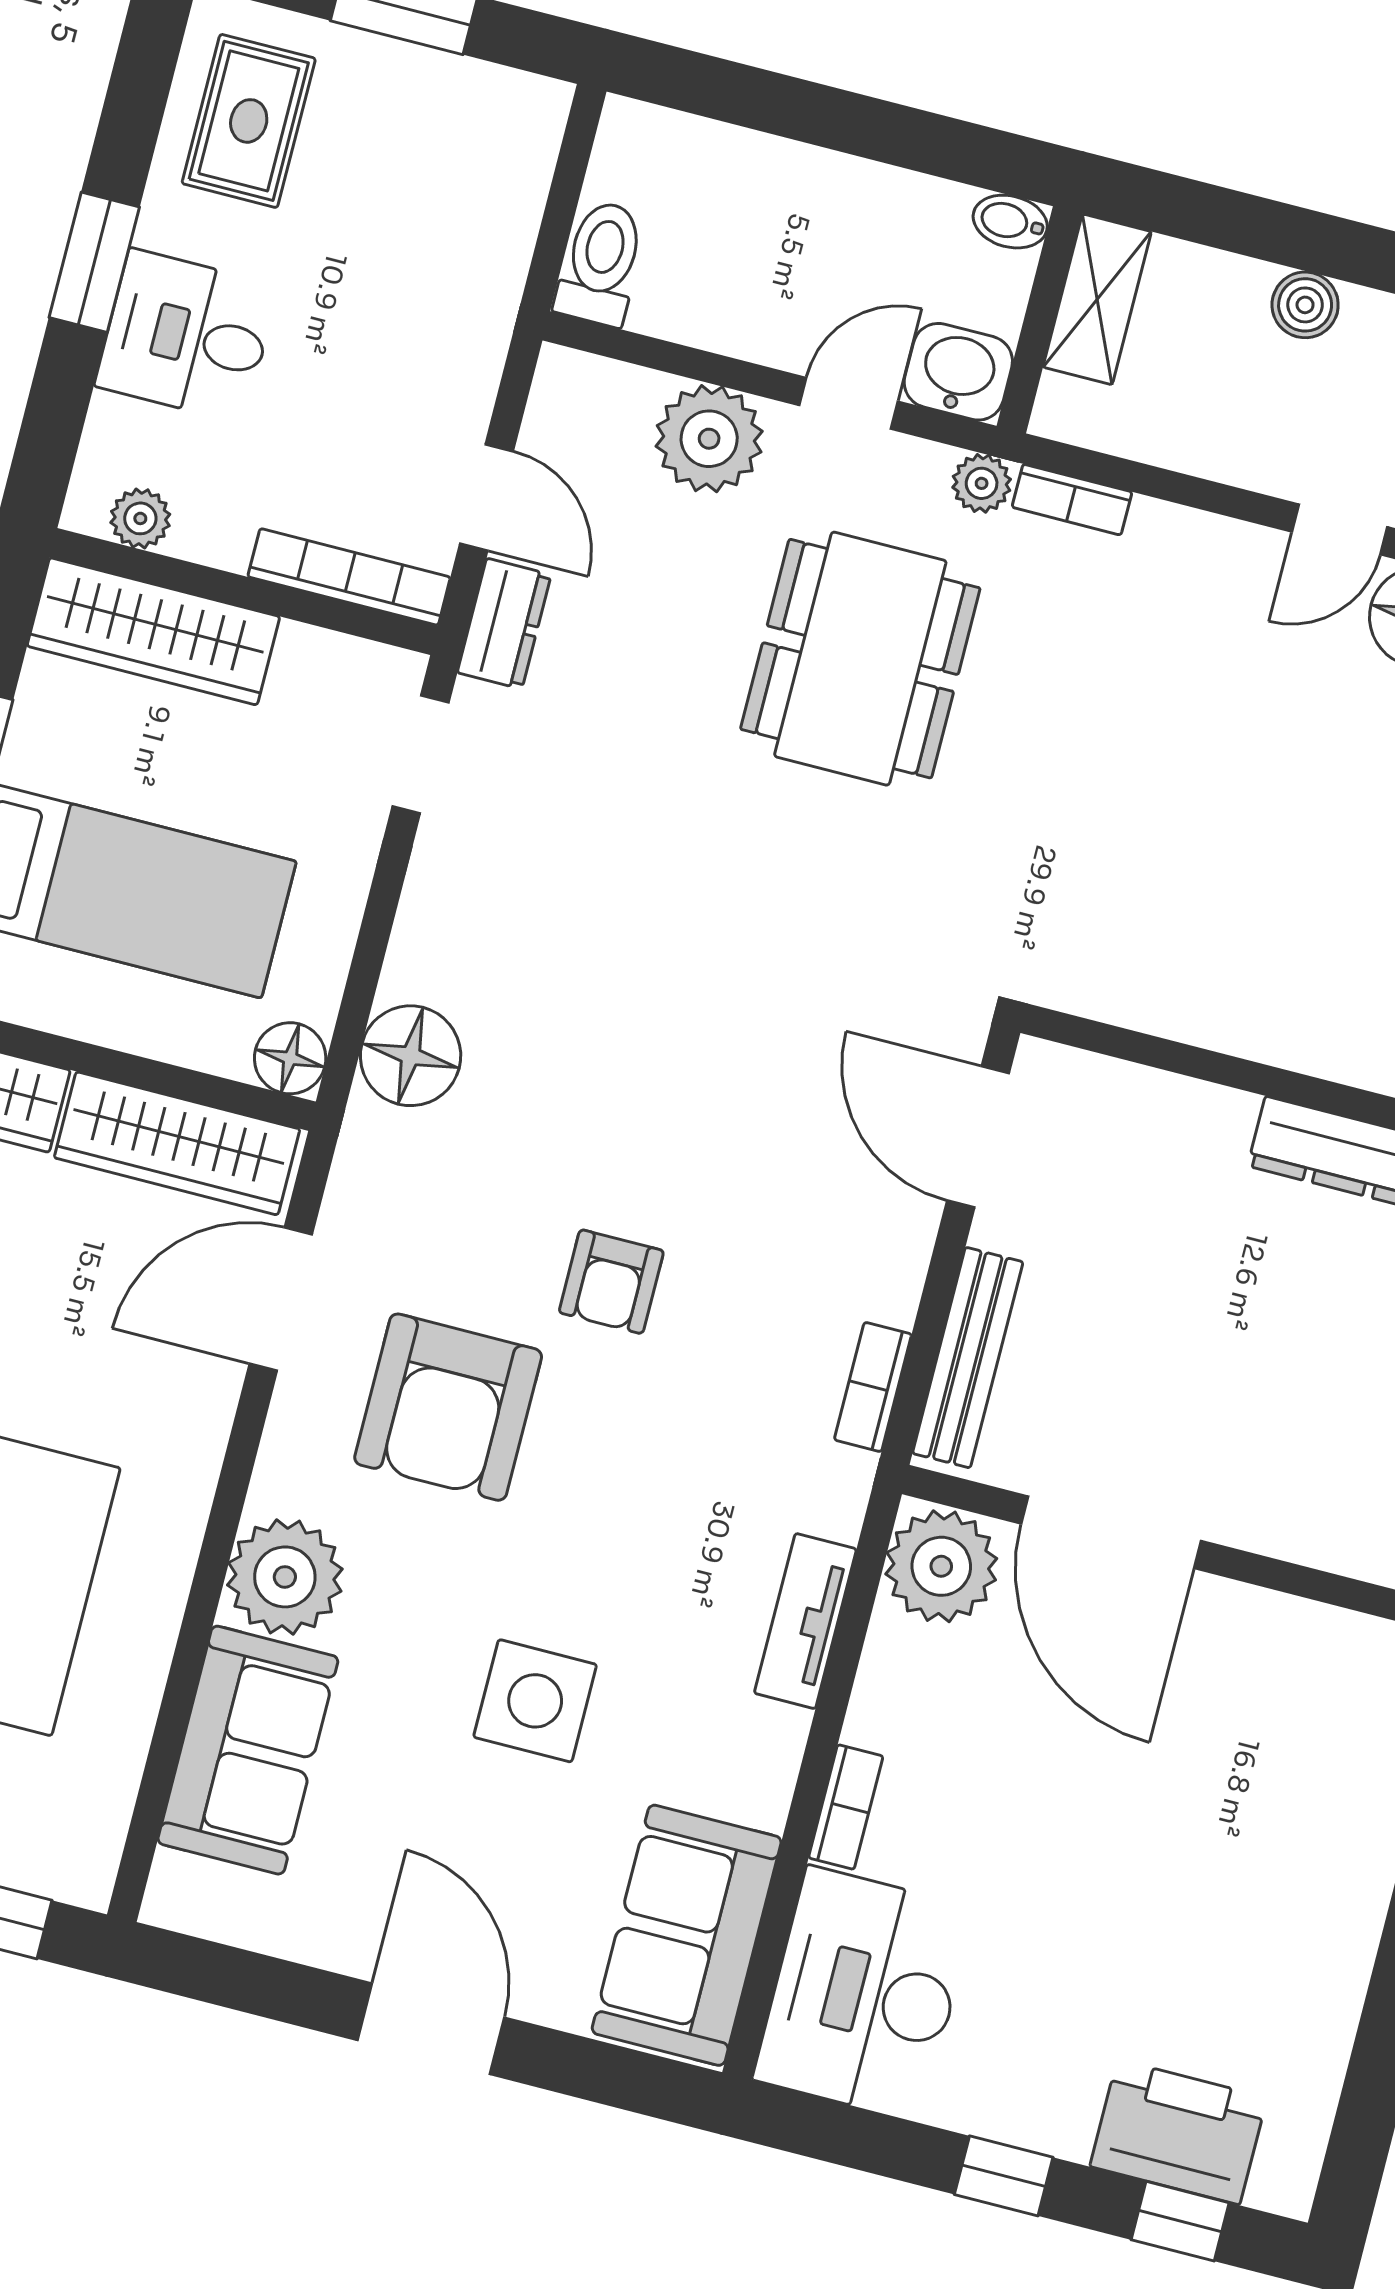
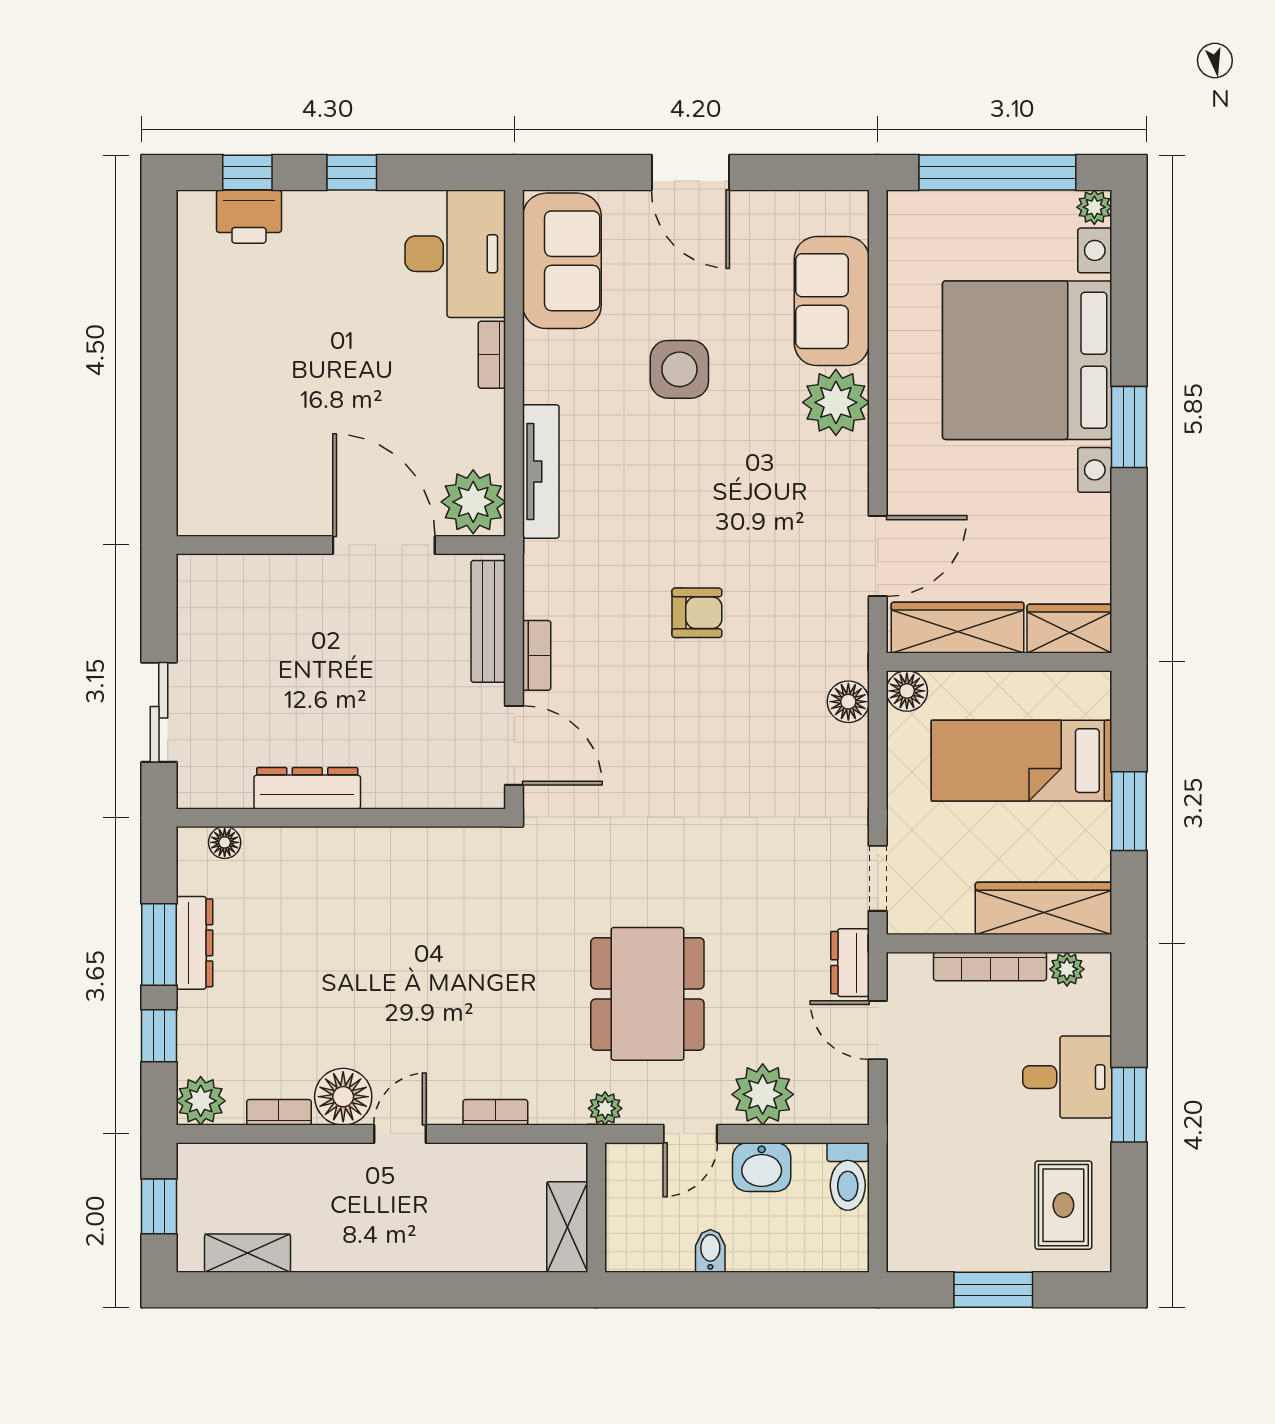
bidet: (1010, 222) -> (710, 1251), moved, turned -90
boiler: (1305, 305) -> (451, 1254), removed
washbasin: (958, 372) -> (762, 1167), moved
bookcase: (1072, 500) -> (495, 1112), moved
bookcase: (349, 577) -> (990, 966), moved
floor lamp: (411, 1056) -> (848, 702), width x0.73, depth x0.73
armchair: (611, 1282) -> (697, 613), turned 90
bookcase: (873, 1387) -> (537, 655), moved
armchair: (448, 1407) -> (770, 520), removed
tv unit: (805, 1621) -> (541, 471), width x1.41
printer: (1178, 2132) -> (249, 217), width x0.73, depth x0.84

